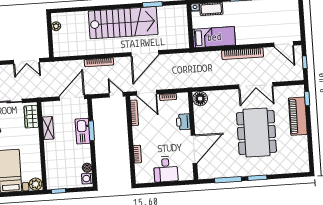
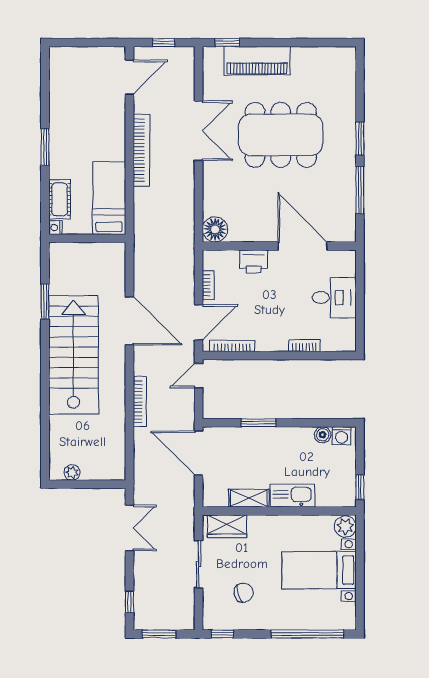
kitchen sink: (83, 131) -> (292, 496), moved, turned 180

